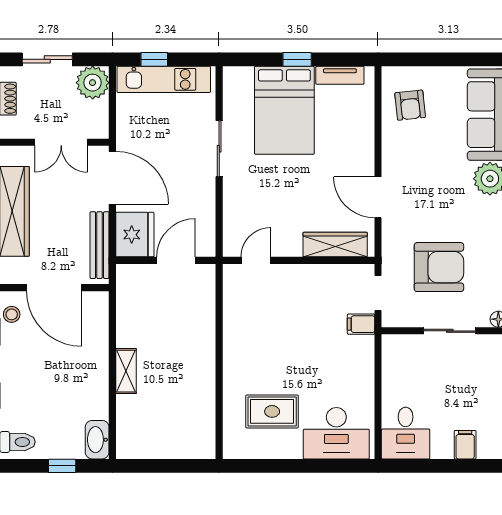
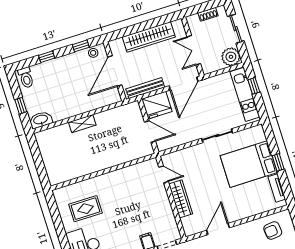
wardrobe: (335, 245) -> (181, 199), moved
rug: (272, 411) -> (86, 209), turned 90

